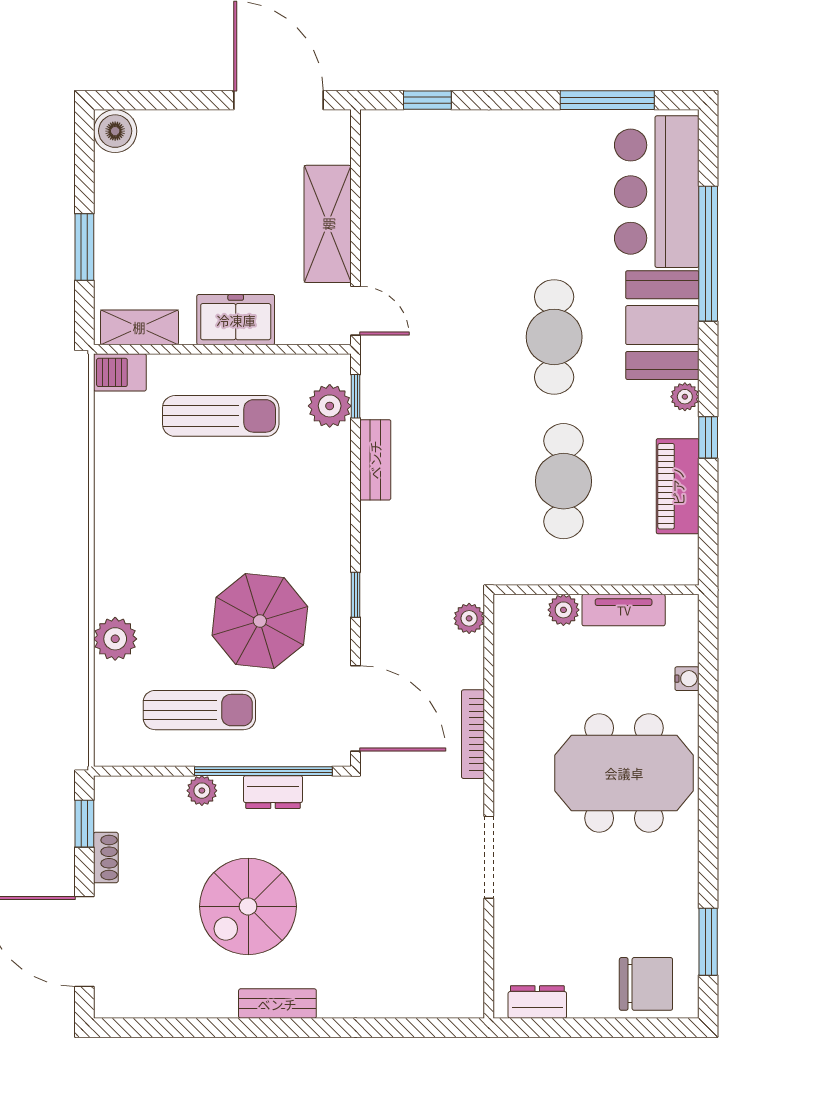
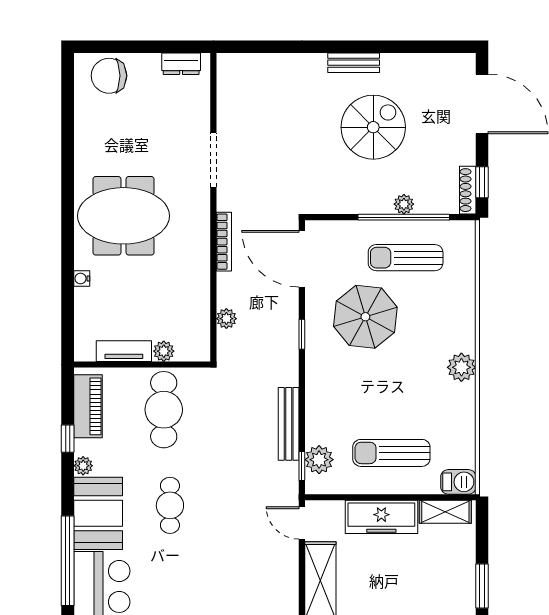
window: (84, 247) -> (482, 586), moved
freezer: (236, 320) -> (381, 517), width x1.40
cafe table: (554, 337) -> (170, 505), width x0.73, depth x0.74
bench: (375, 460) -> (289, 424), width x1.36
wall: (596, 590) -> (142, 365), moved
plant: (563, 610) -> (164, 351), moved
tv unit: (624, 610) -> (124, 351), moved
plant: (115, 639) -> (461, 367), moved
window: (263, 771) -> (404, 217), moved
dresser: (273, 792) -> (357, 203), removed
shoe rack: (106, 857) -> (468, 190), moved, width x1.43
window: (708, 942) -> (68, 104), removed

